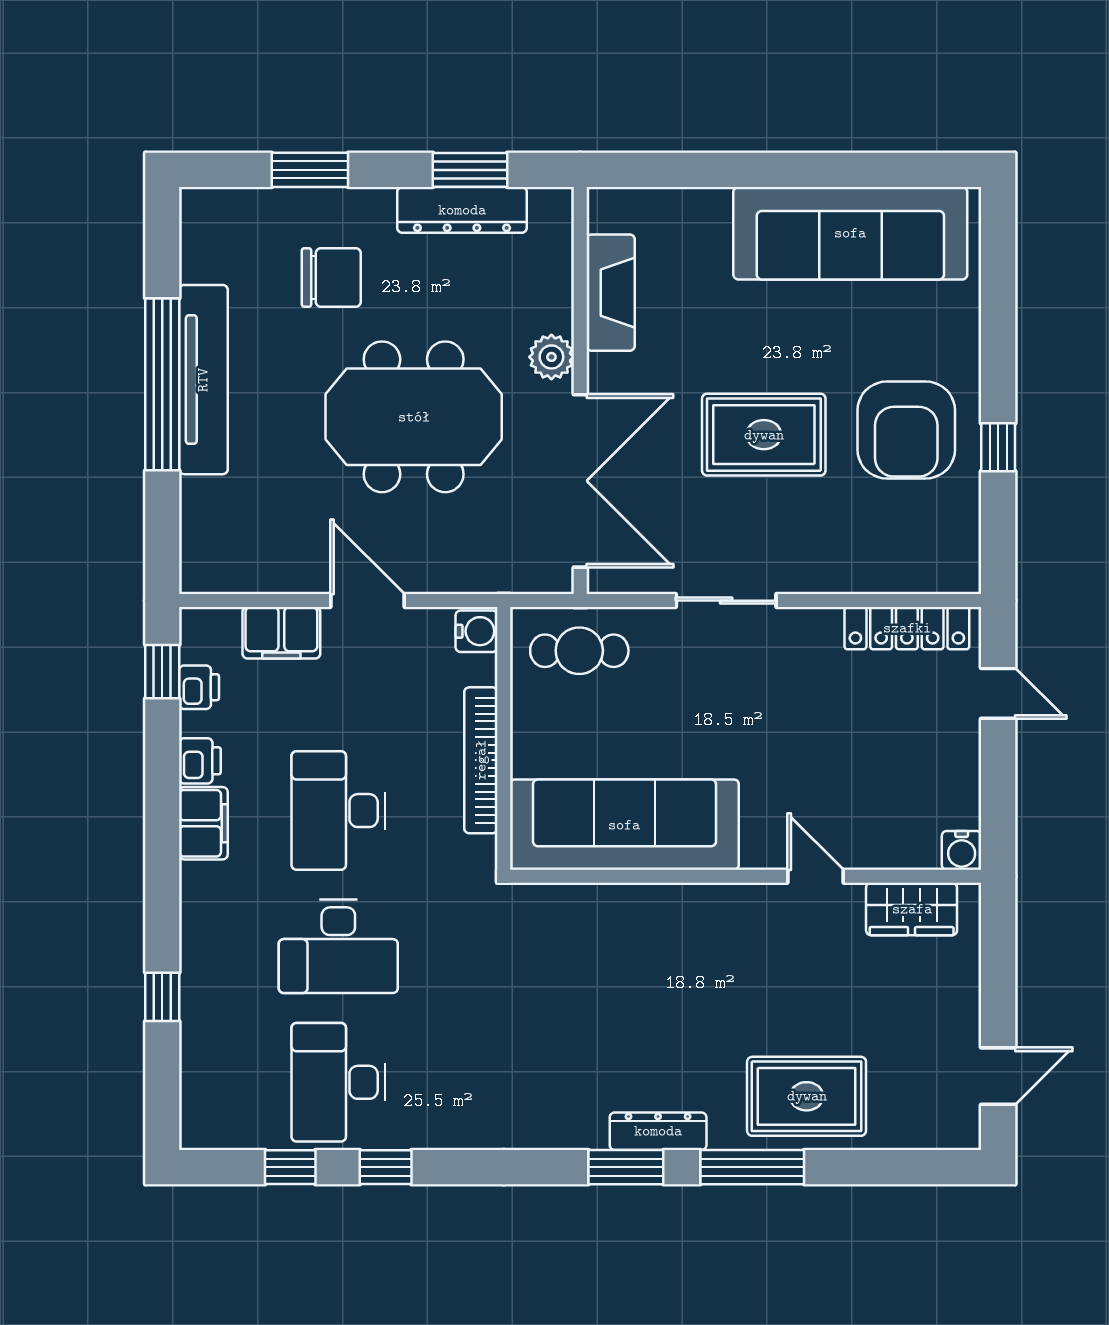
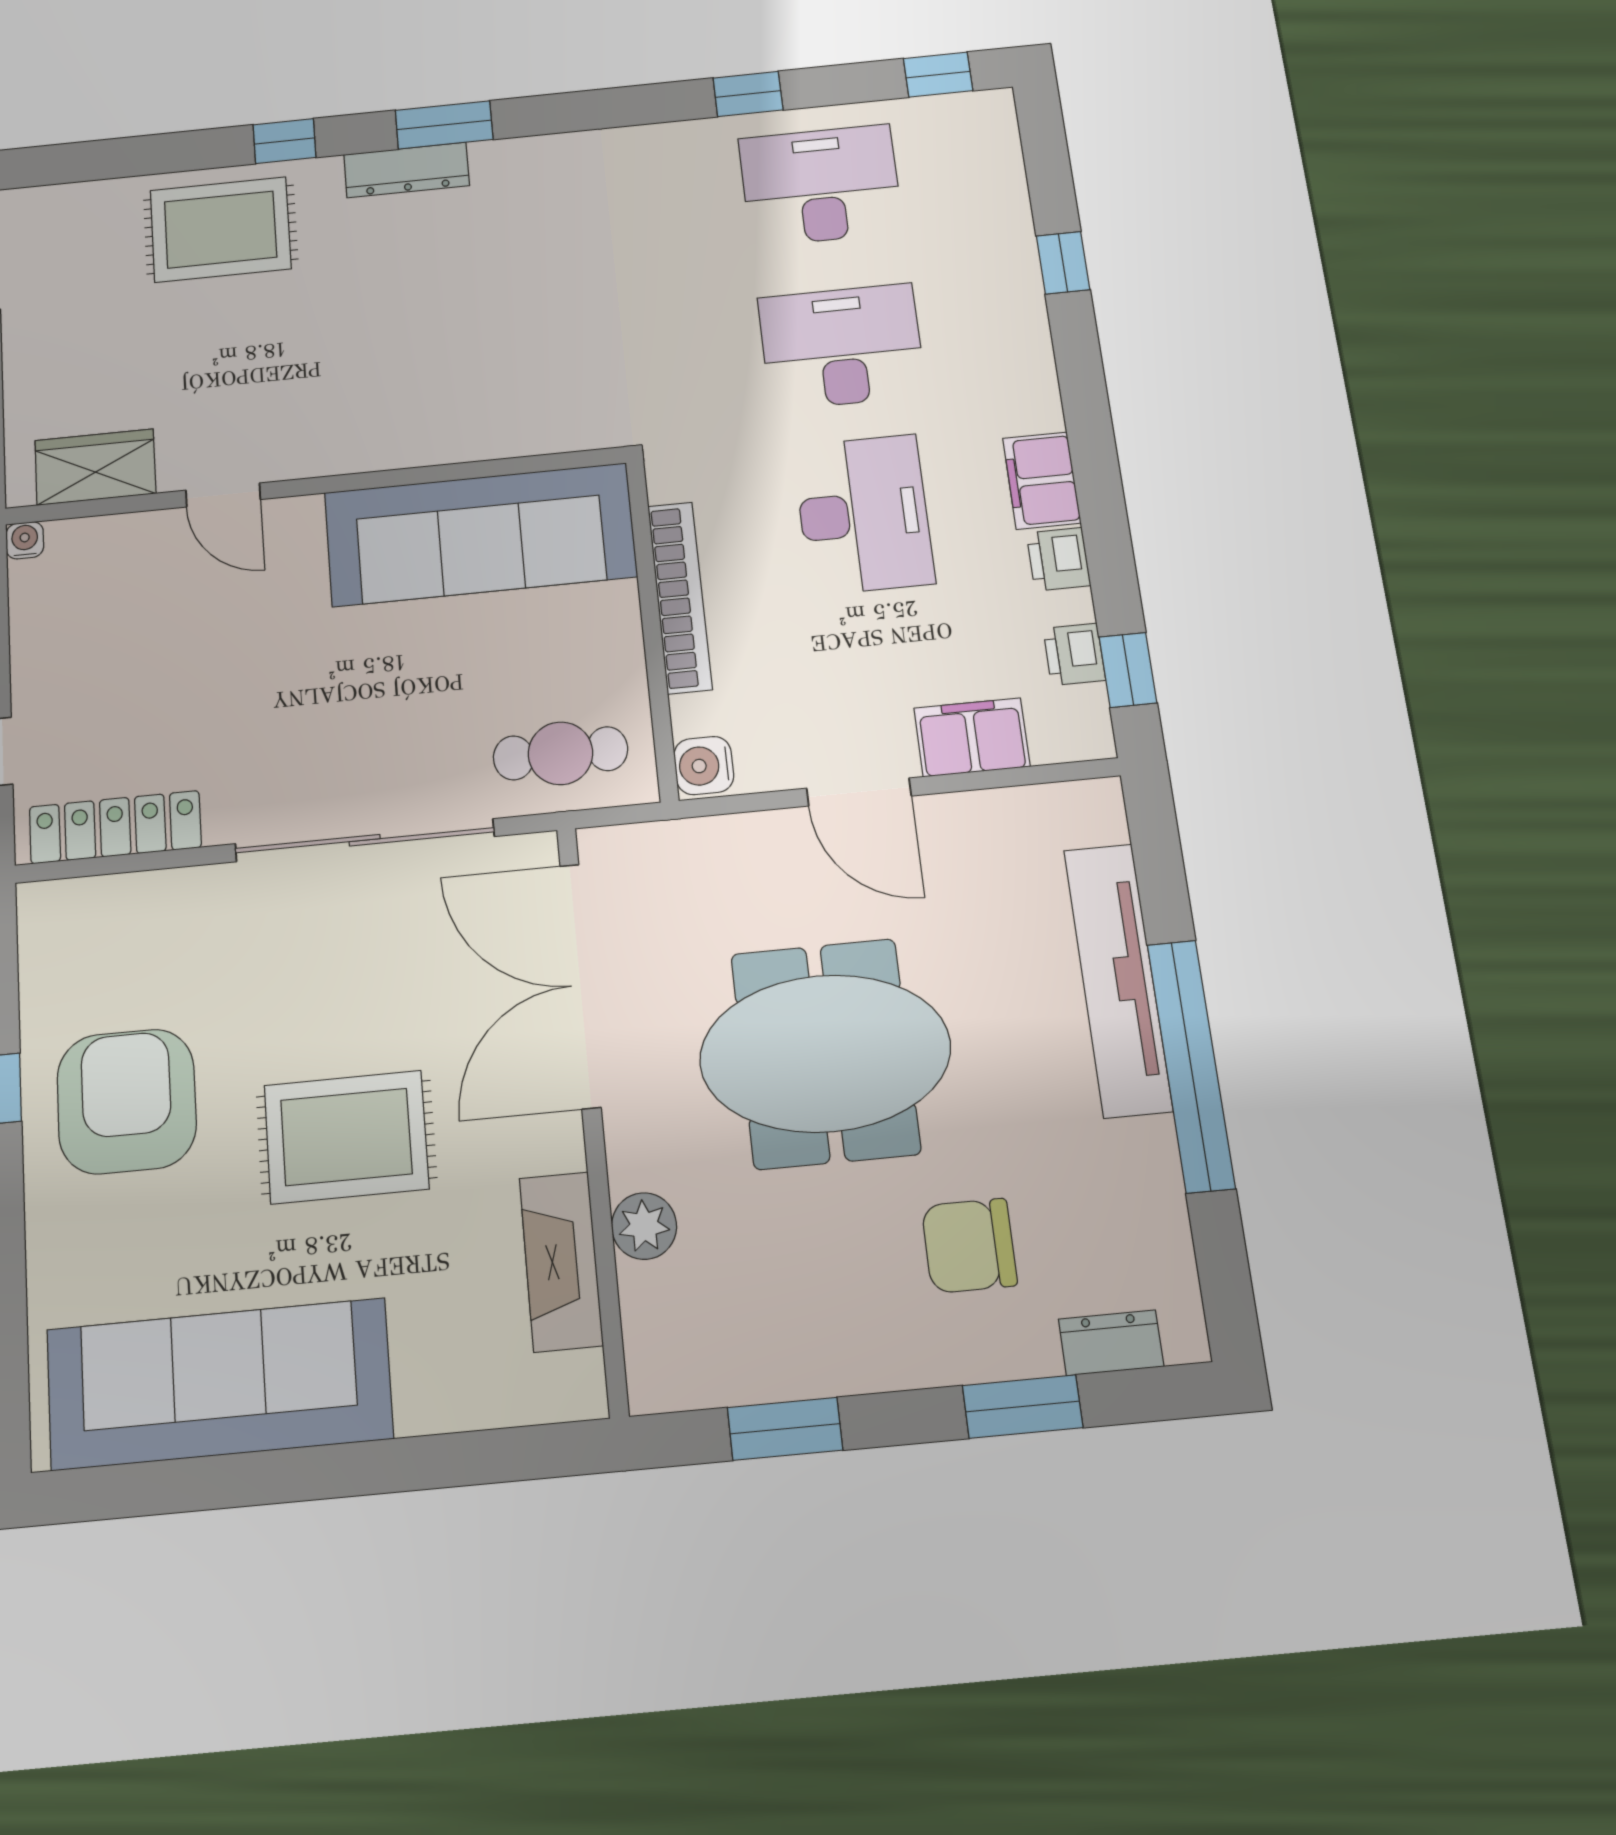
dresser: (462, 210) -> (1111, 1343), moved, width x0.51, depth x0.80
plant: (551, 357) -> (644, 1226), moved
tv unit: (203, 380) -> (1118, 979), moved
rug: (764, 435) -> (346, 1137), moved
sliding door: (726, 601) -> (365, 840), width x1.86
water cooler: (962, 850) -> (25, 540), width x0.72, depth x0.72
desk: (338, 1082) -> (821, 185), turned -90
window: (290, 1167) -> (938, 75), moved
window: (752, 1167) -> (285, 141), width x0.46

